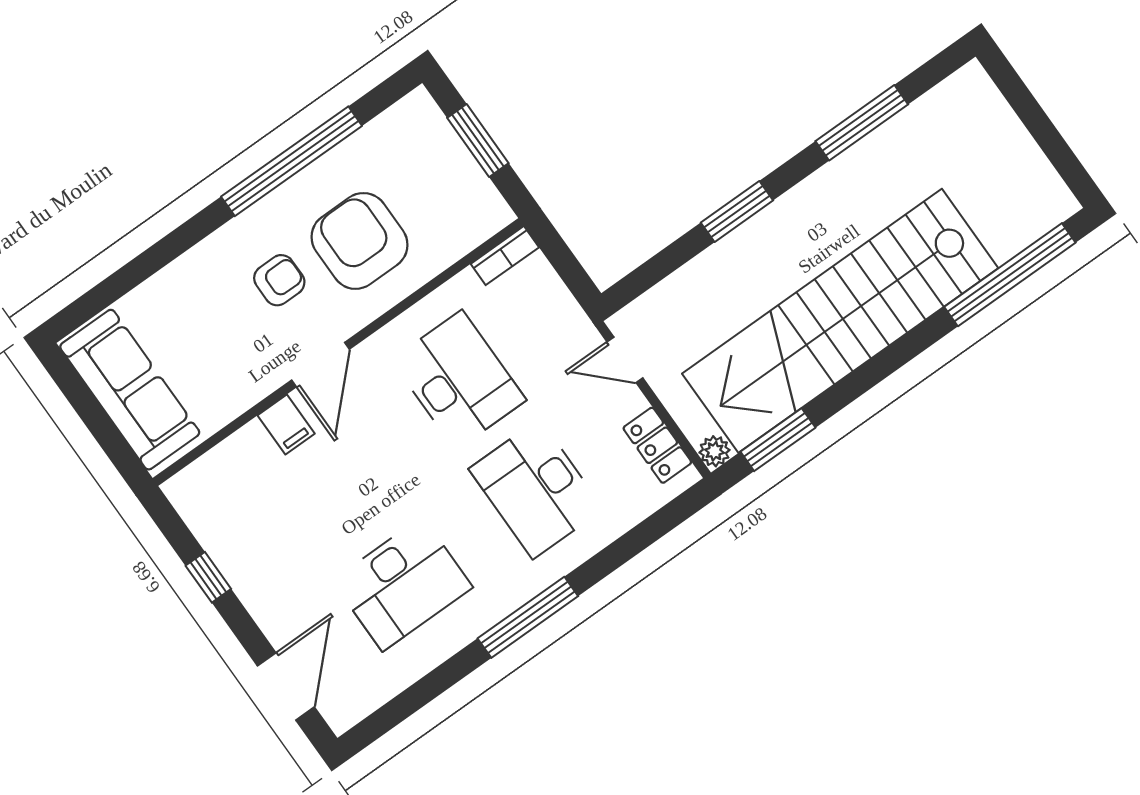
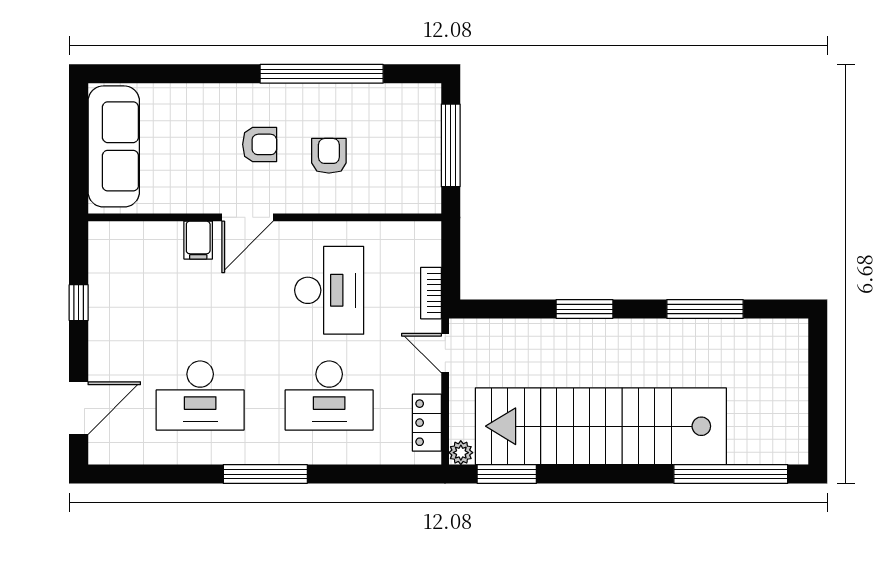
window: (478, 141) -> (451, 145), width x1.44
armchair: (359, 241) -> (329, 156), width x0.53, depth x0.53
bookcase: (505, 256) -> (431, 293), moved, turned 90
desk: (536, 489) -> (329, 395), turned -90

